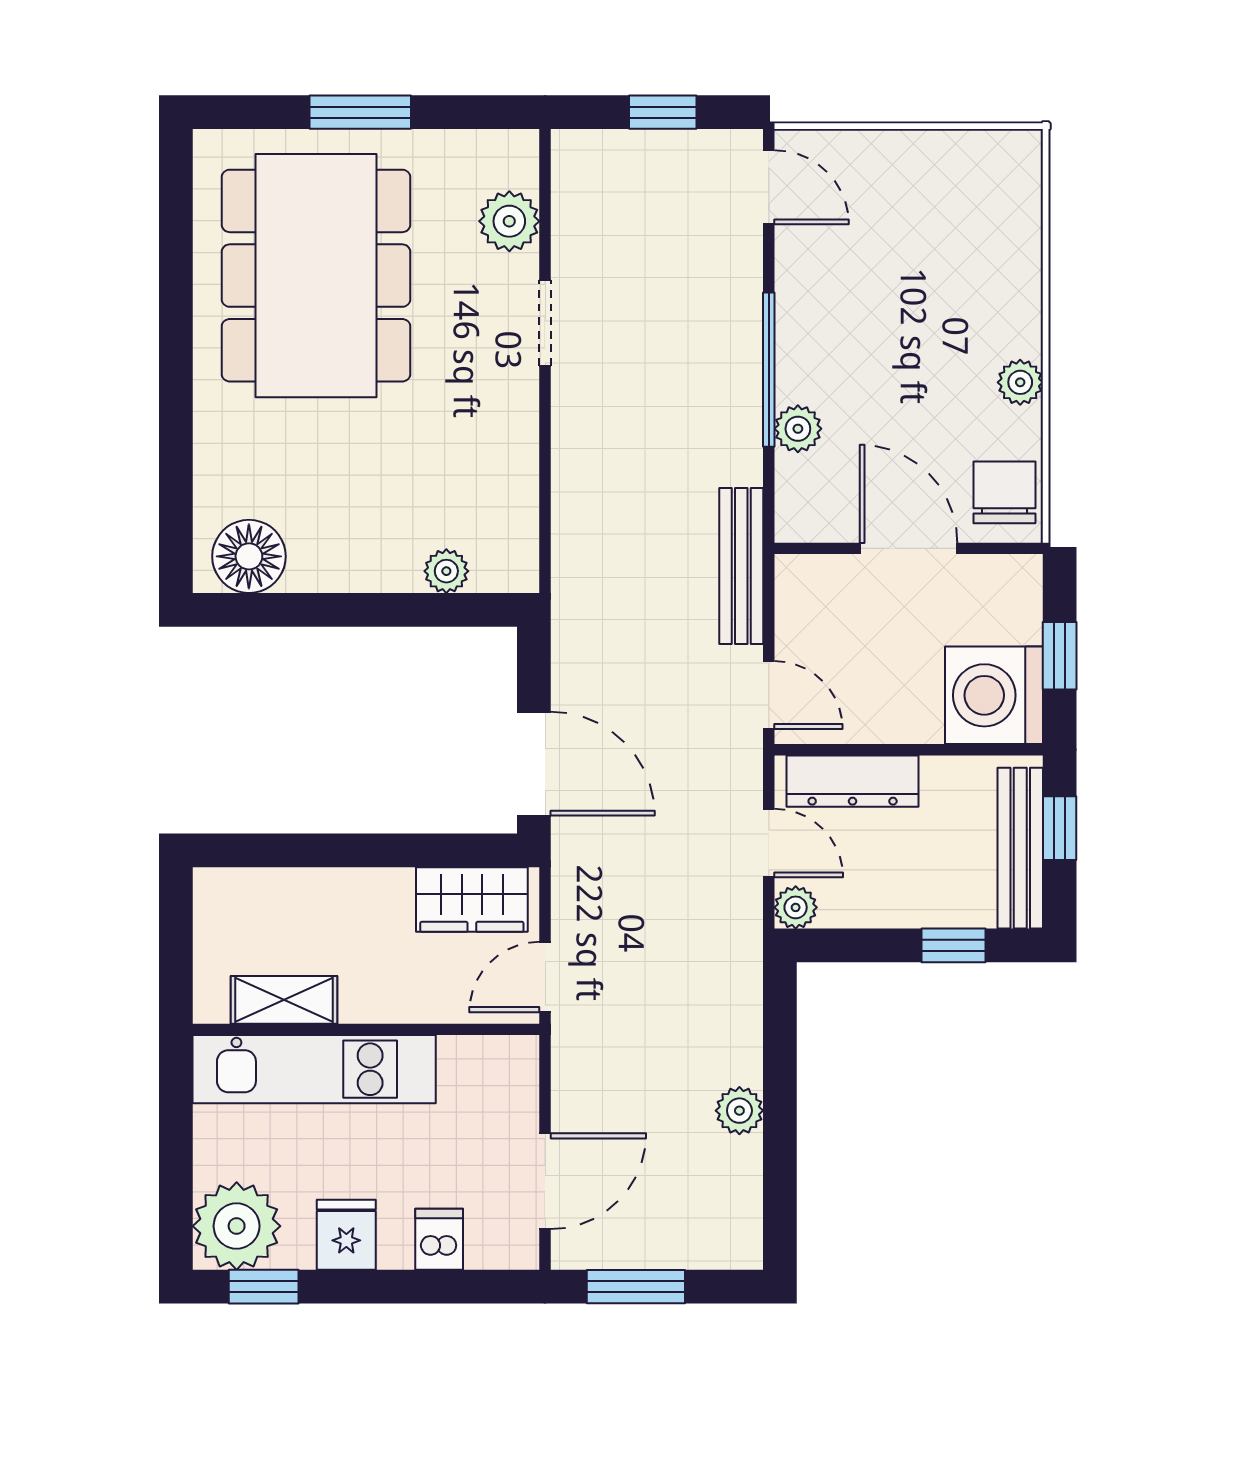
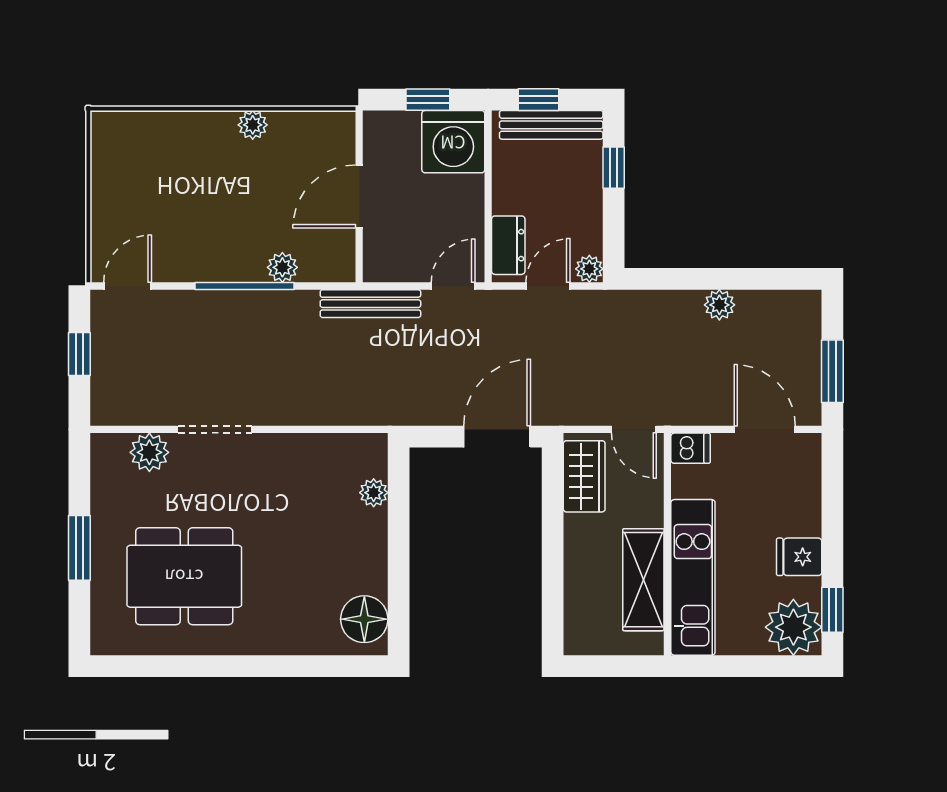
dining table: (316, 276) -> (184, 576), width x0.73, depth x0.80
doorway: (545, 323) -> (214, 429), width x1.38
chair: (1004, 492) -> (323, 135), removed
dresser: (853, 781) -> (508, 245), width x0.70
shelving: (284, 1000) -> (643, 580), width x1.50, depth x1.33
dishwasher: (439, 1239) -> (691, 448), moved, turned 180

